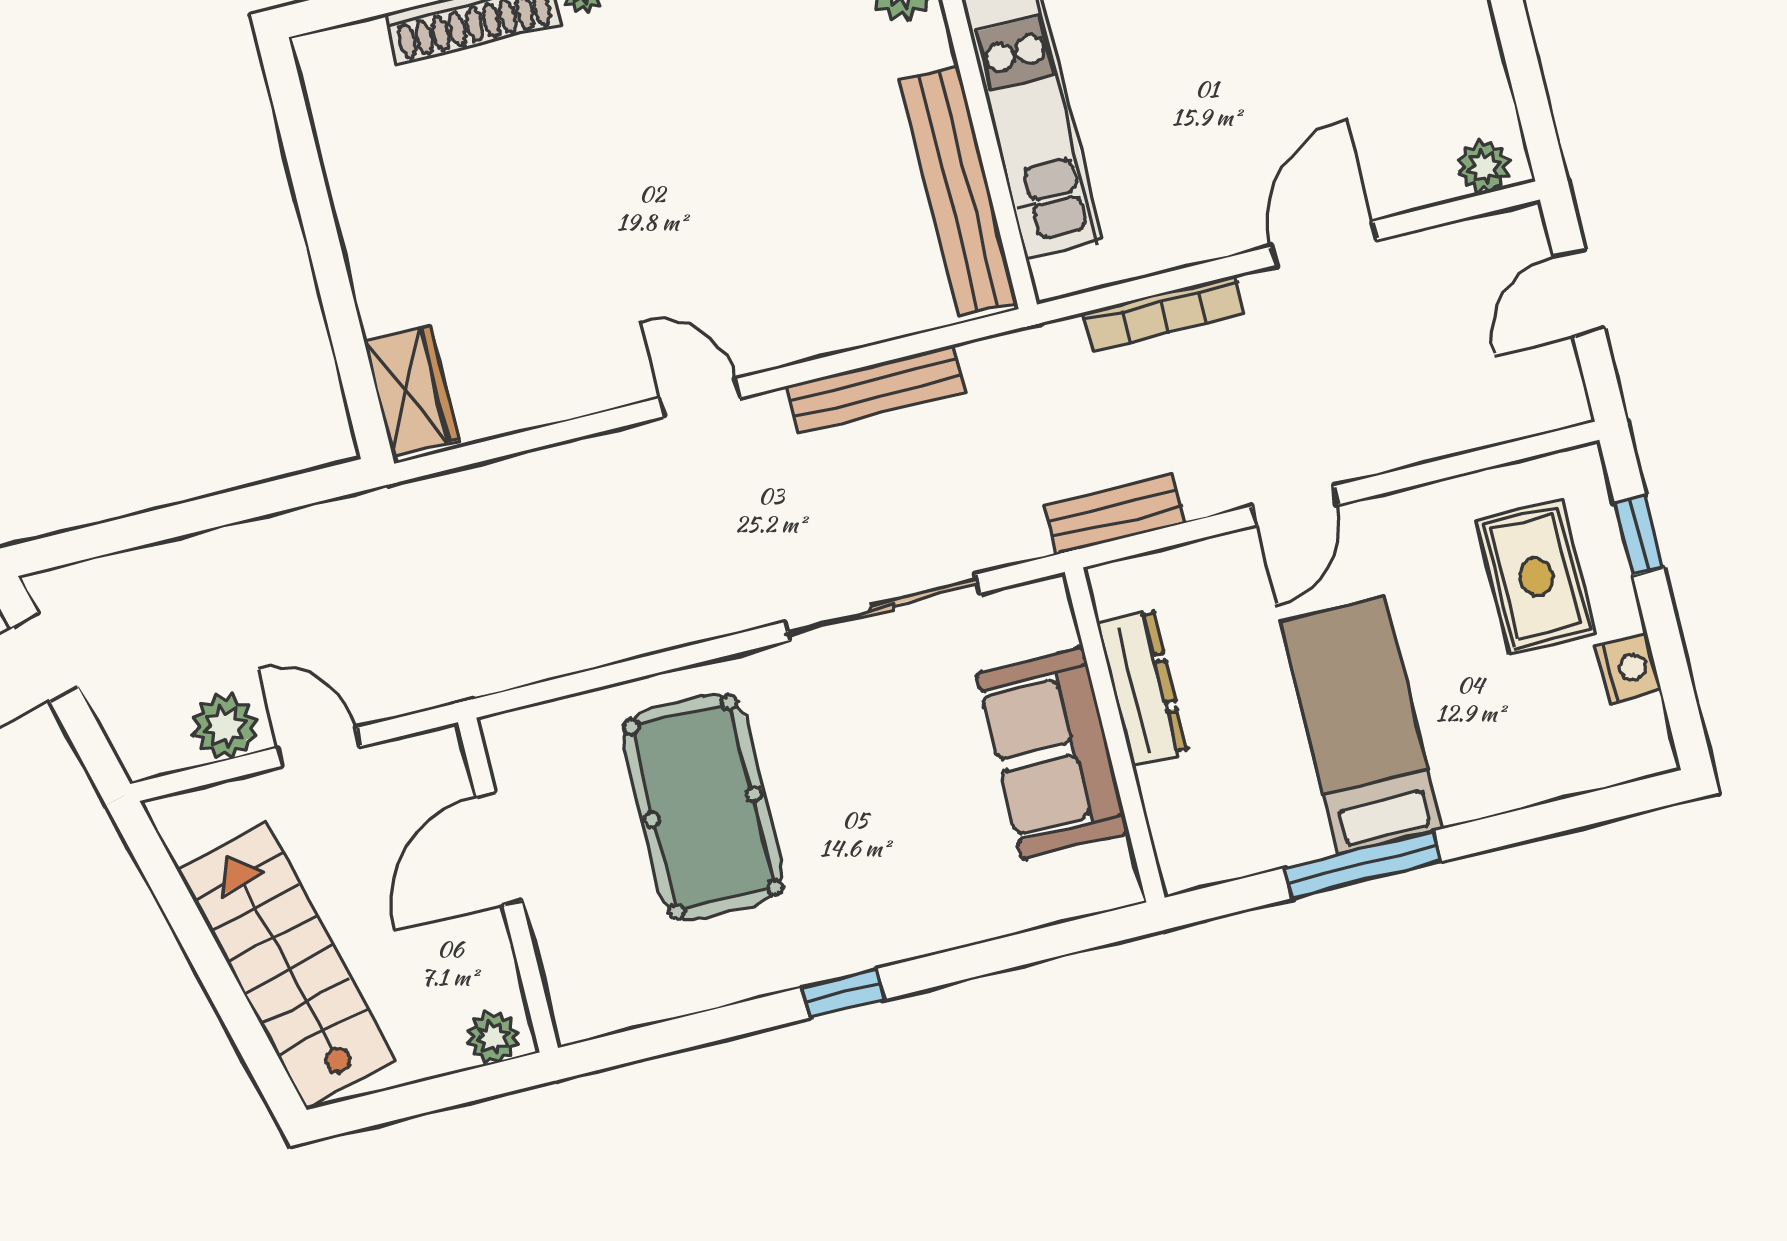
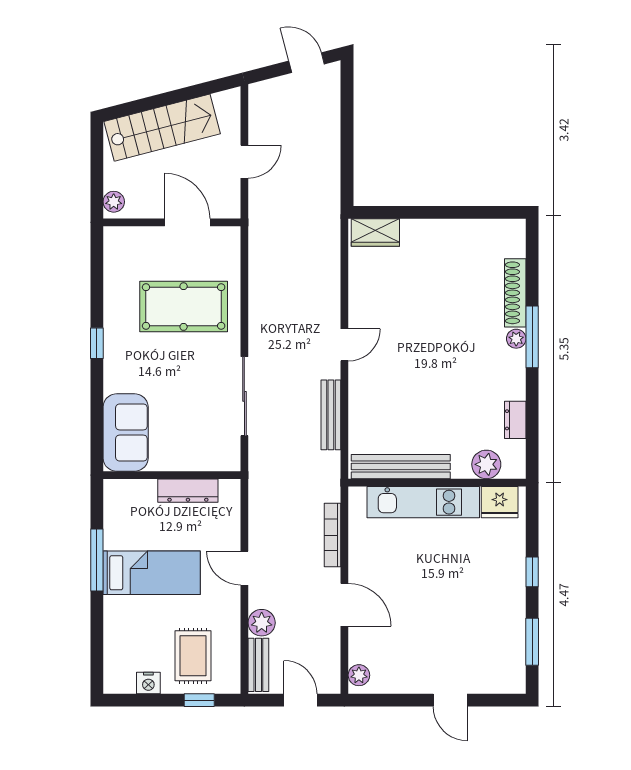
bench: (1115, 514) -> (258, 665), moved
rug: (1536, 577) -> (193, 656), turned 90
plant: (225, 727) -> (262, 623), moved
sofa: (1052, 753) -> (126, 433), moved, turned 90

